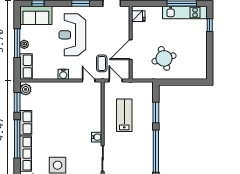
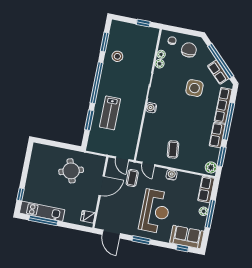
coffee table: (67, 100) -> (173, 149), added
lab bench: (124, 115) -> (110, 113), moved

